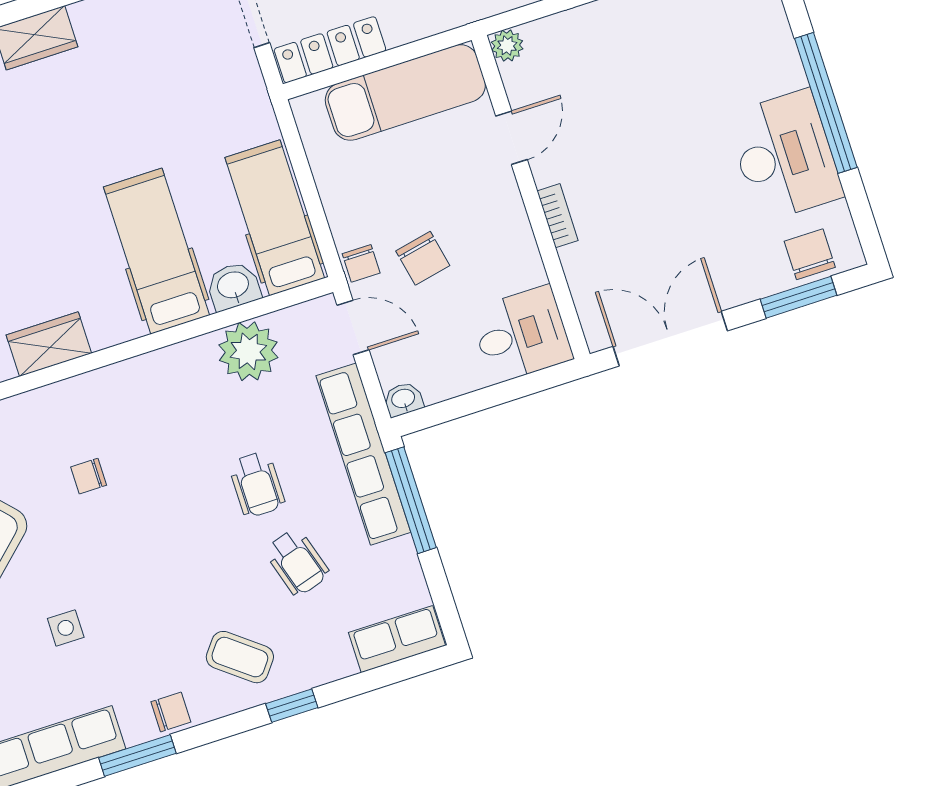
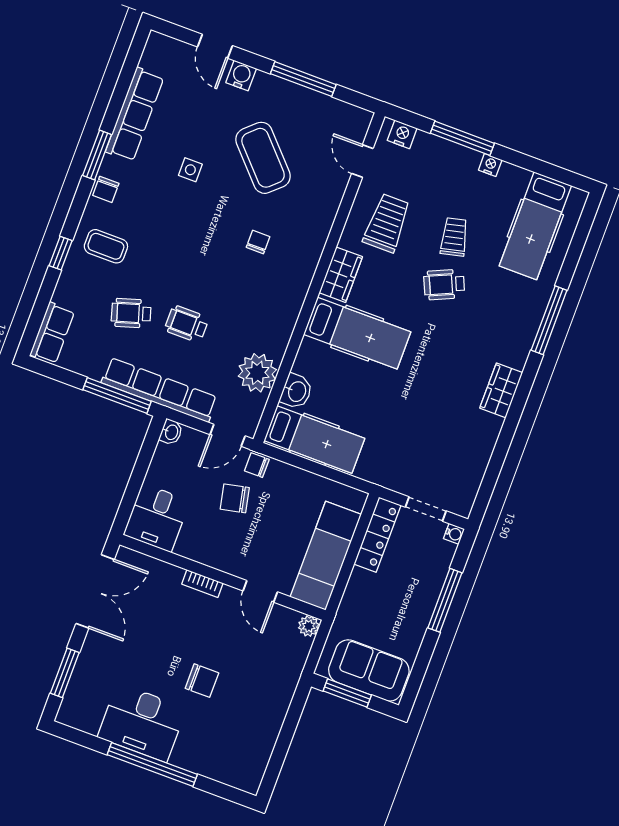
hospital bed: (156, 251) -> (357, 333), moved
chair: (810, 254) -> (202, 681), moved
coffee table: (240, 657) -> (106, 246), turned 52

